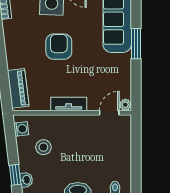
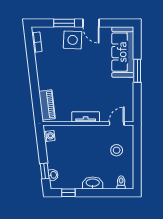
armchair: (59, 47) -> (78, 73), removed
plant: (125, 105) -> (129, 117), removed
stool: (43, 147) -> (117, 150), moved

